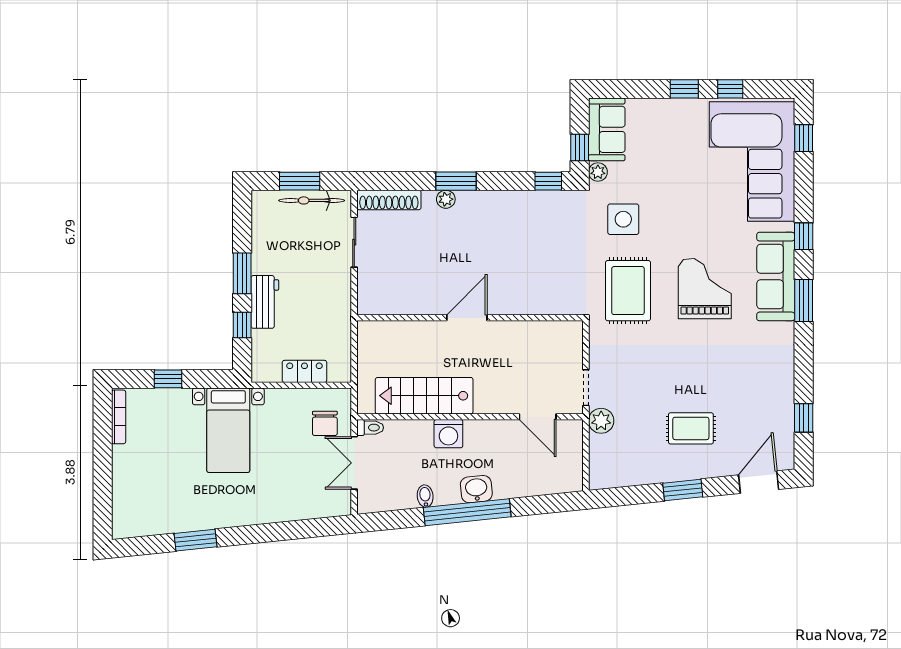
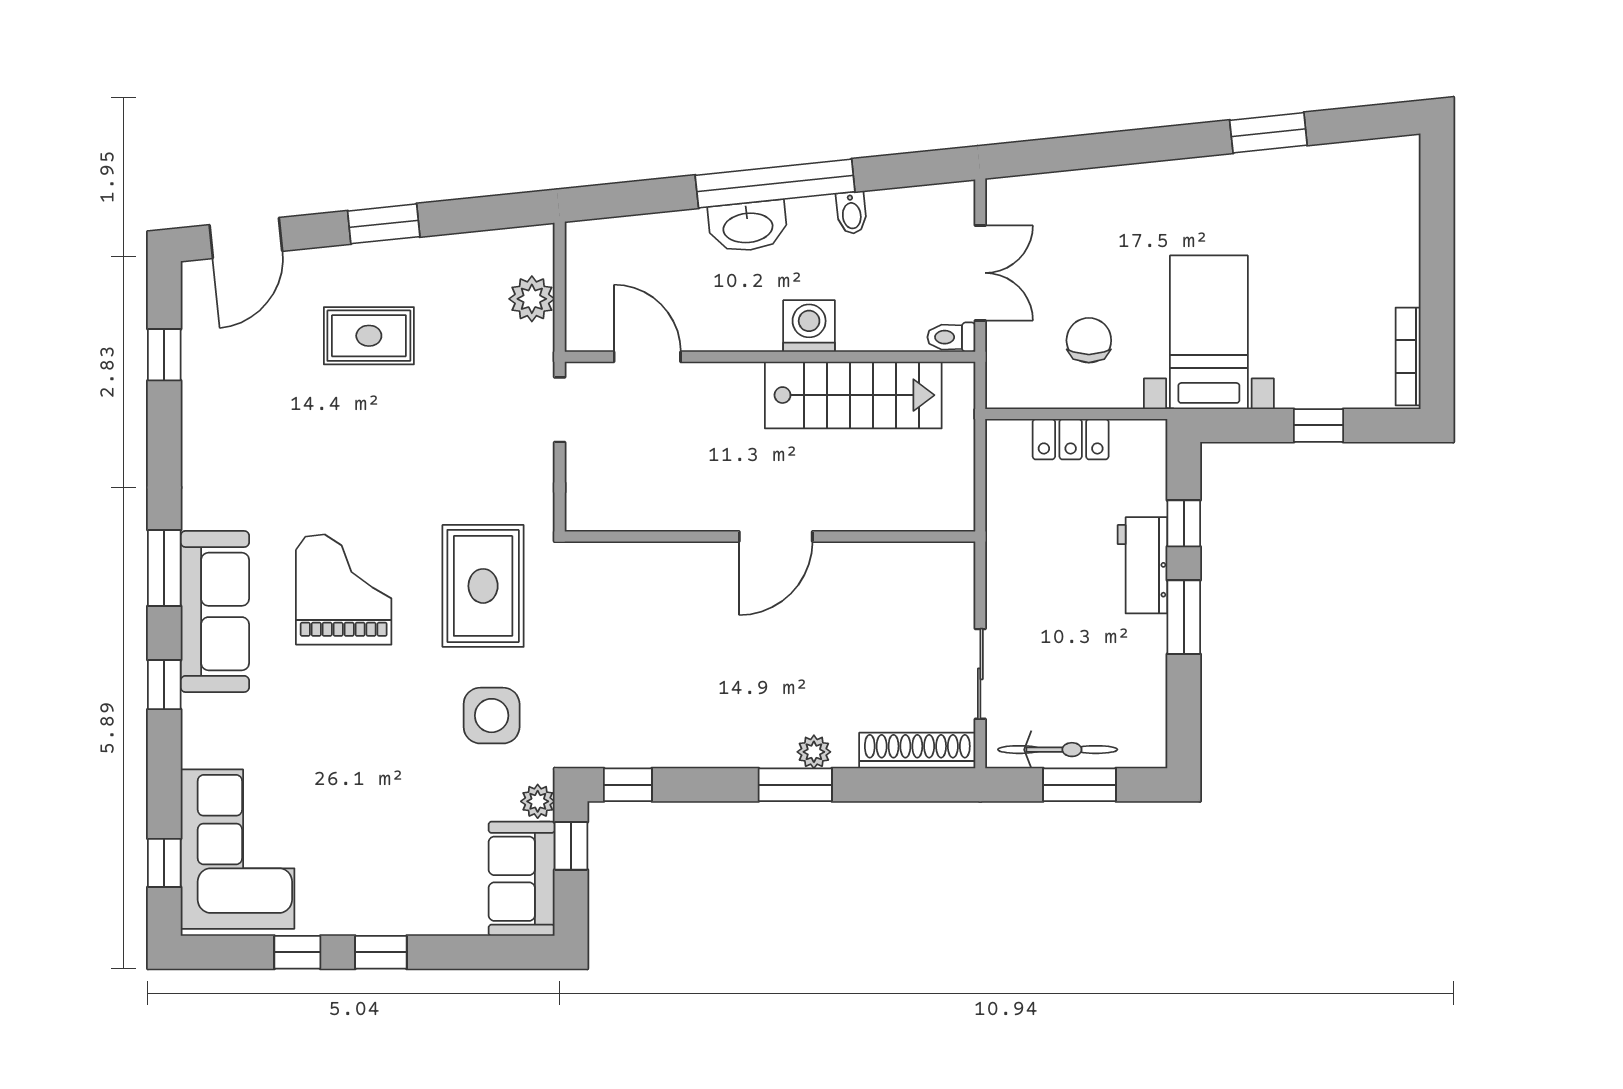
corner sofa: (752, 162) -> (238, 849), width x0.73, depth x0.74
grand piano: (705, 289) -> (344, 590), turned 180
plant: (601, 421) -> (532, 299), moved
chair: (325, 423) -> (1089, 340), moved
washbasin: (476, 489) -> (748, 226), width x1.38

